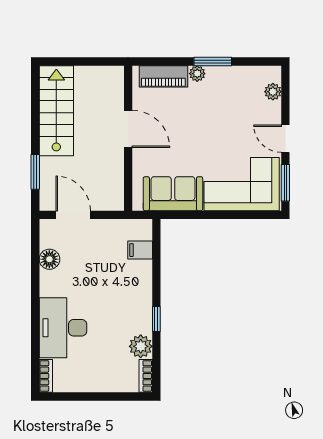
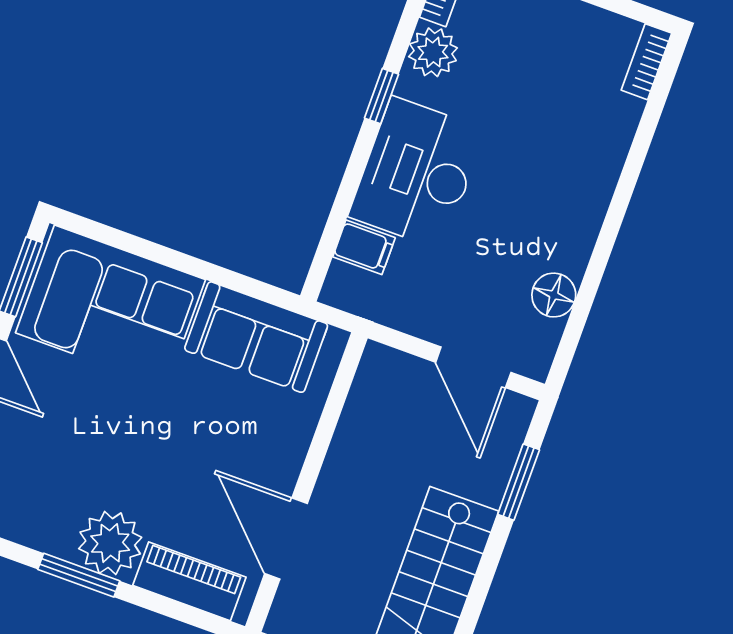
plant: (197, 74) -> (110, 543), width x1.88, depth x1.88
door: (128, 129) -> (286, 538), moved
desk: (63, 328) -> (417, 173), moved, turned 180

